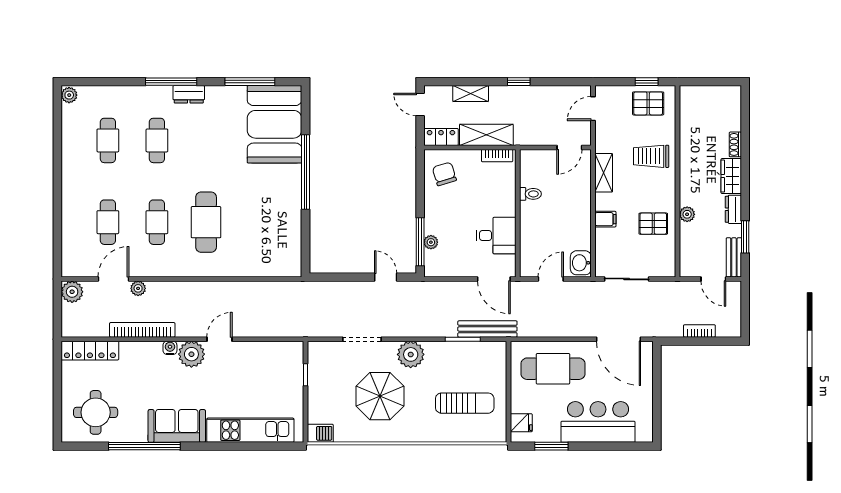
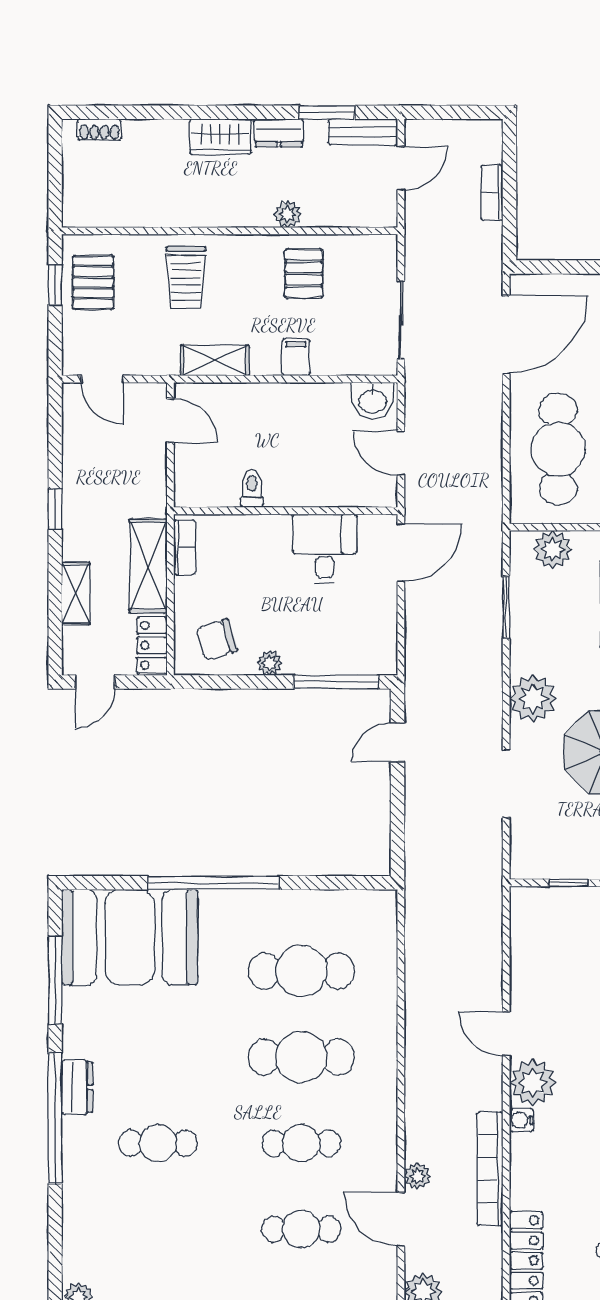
window: (171, 82) -> (55, 1118), width x1.46
cafe table: (108, 140) -> (301, 971), moved, width x1.37, depth x1.35
shoe rack: (735, 144) -> (99, 130), moved
plant: (431, 242) -> (270, 663), moved
bench: (487, 329) -> (488, 564), removed
plant: (496, 366) -> (553, 550), added

